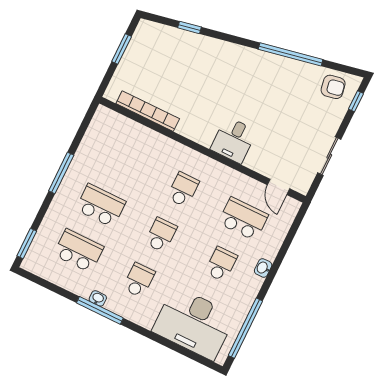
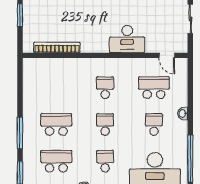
desk: (234, 140) -> (127, 39), width x1.37
window: (61, 173) -> (20, 133), moved

